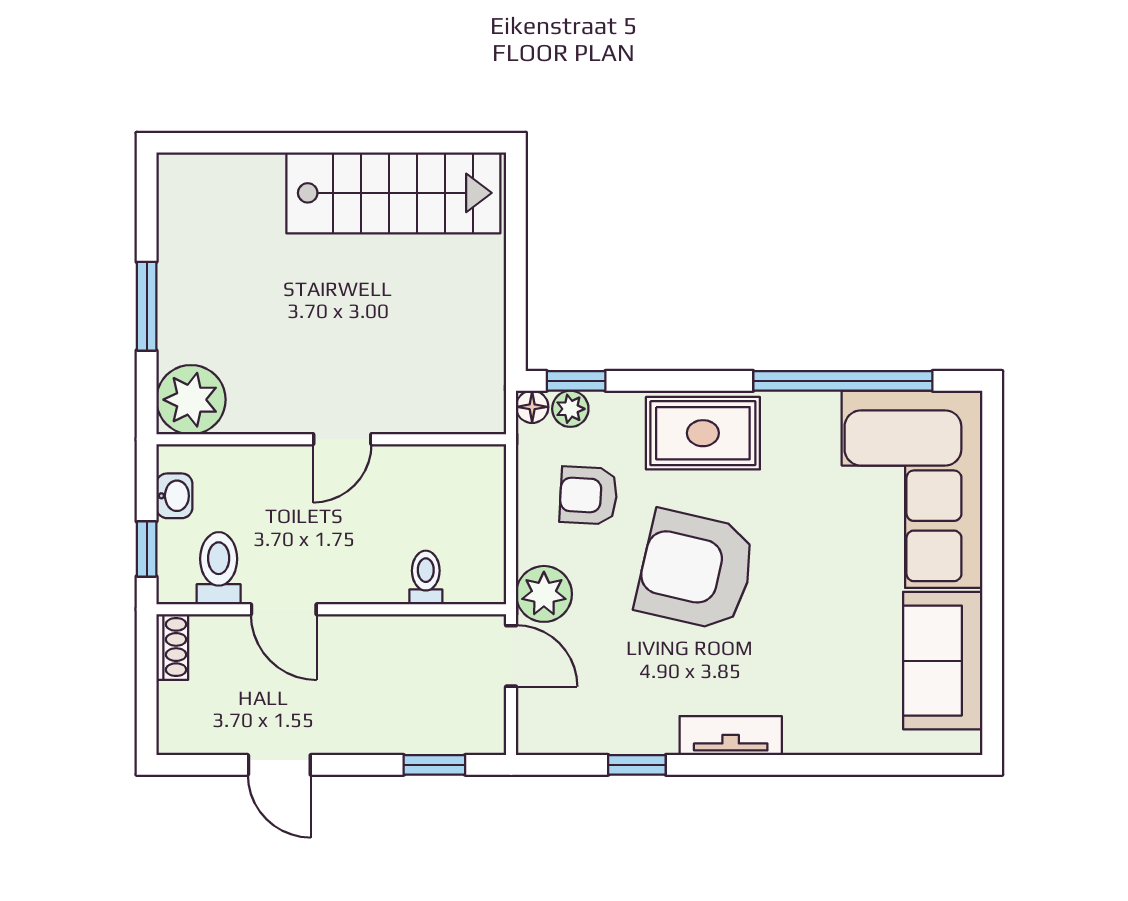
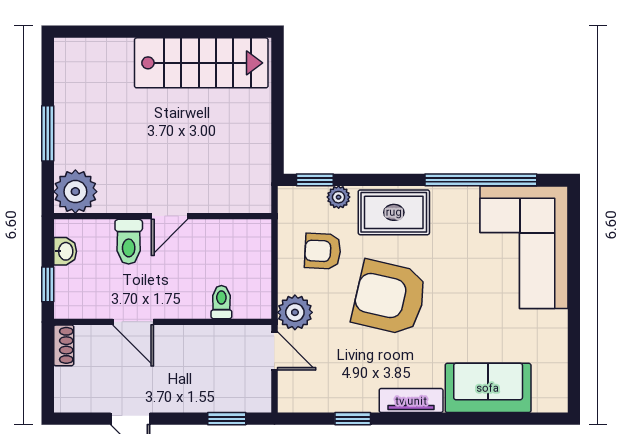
floor lamp: (532, 407) -> (288, 196), removed
plant: (570, 409) -> (339, 197), moved
toilet: (219, 568) -> (129, 242), moved, turned 180
sofa: (943, 661) -> (488, 388), moved, turned 90

